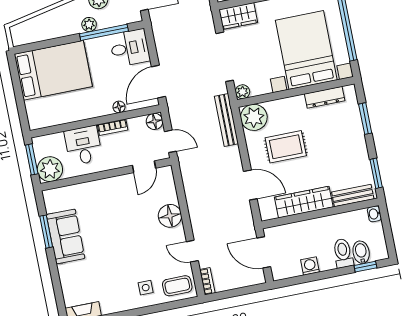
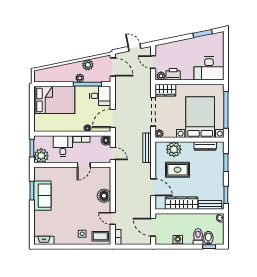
plant: (254, 117) -> (174, 149), moved
door: (144, 167) -> (84, 165), moved

